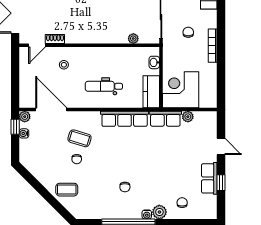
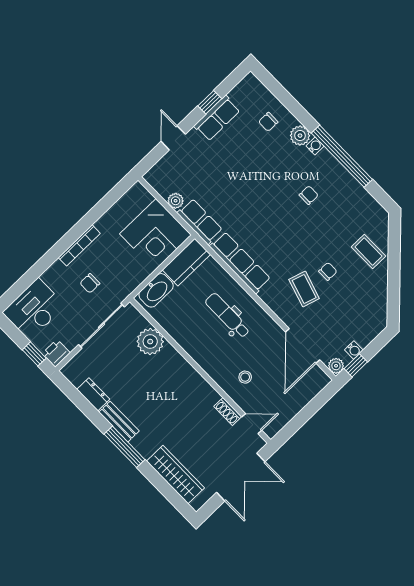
plant: (133, 39) -> (150, 342), width x1.88, depth x1.88
washbasin: (154, 62) -> (156, 290), width x1.91, depth x1.45
dental chair: (104, 86) -> (228, 316), turned 180

